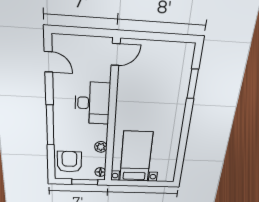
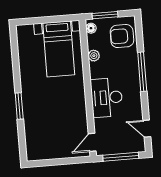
window: (83, 32) -> (121, 157), added
window: (193, 84) -> (19, 106), moved
armchair: (69, 162) -> (122, 36), turned 90

